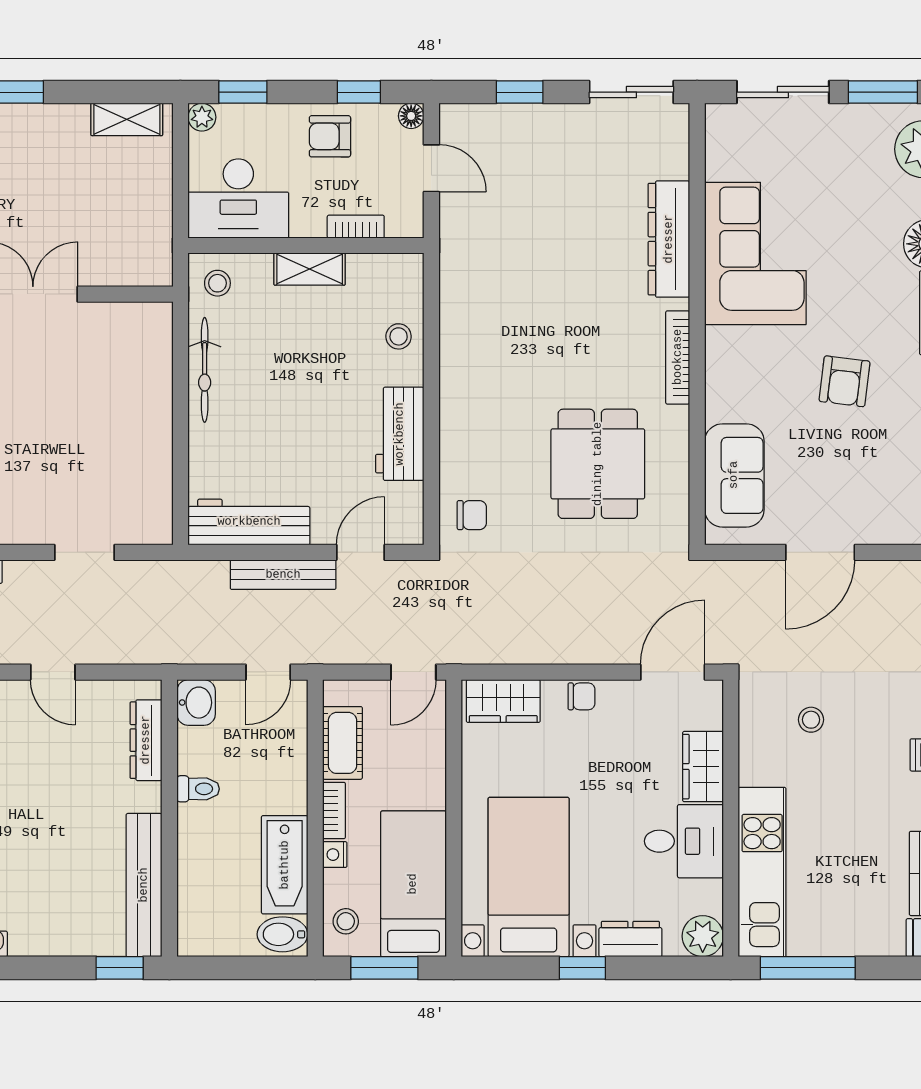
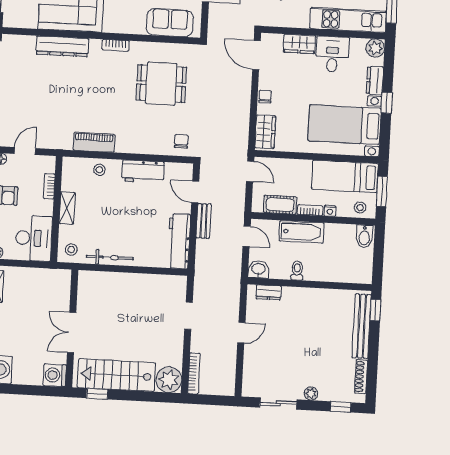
piano: (459, 321) -> (94, 142), added
bookcase: (678, 357) -> (116, 45), width x0.64
bench: (283, 575) -> (204, 221), width x0.73
dresser: (146, 740) -> (269, 292), width x0.70
bathtub: (285, 865) -> (302, 232), moved
bench: (144, 885) -> (362, 326), moved, turned 90

